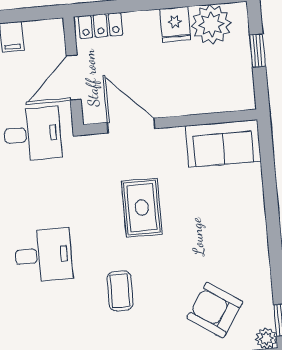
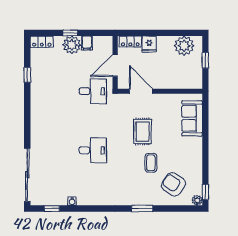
fridge: (175, 24) -> (149, 44), moved
sofa: (223, 144) -> (192, 118), moved, turned 90
coffee table: (120, 291) -> (151, 163), moved

